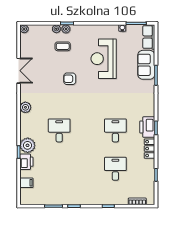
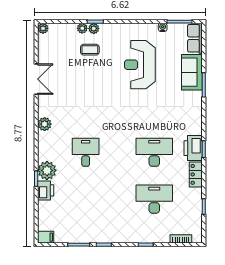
armchair: (70, 79) -> (99, 89), removed
desk: (115, 130) -> (154, 152), width x1.37
desk: (115, 169) -> (154, 199), width x1.37
filing cabinet: (26, 183) -> (46, 237), moved

